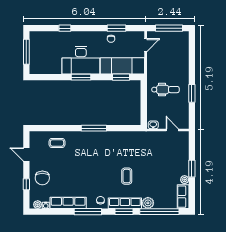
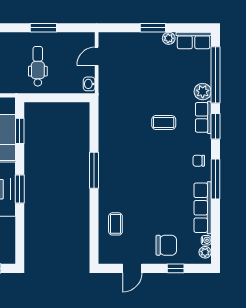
row of seats: (125, 203) -> (203, 117), width x0.68

